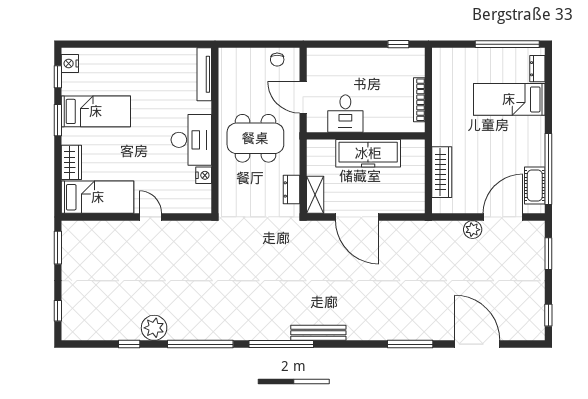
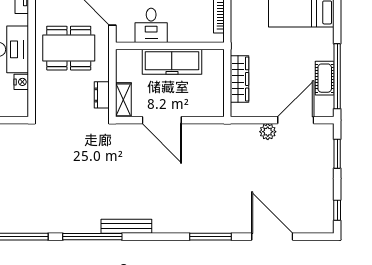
cot: (535, 185) -> (325, 78), moved

